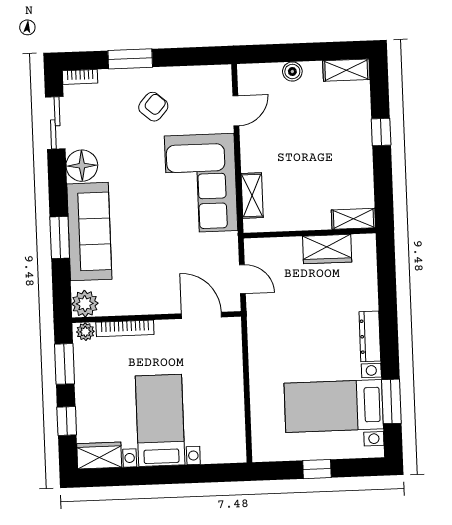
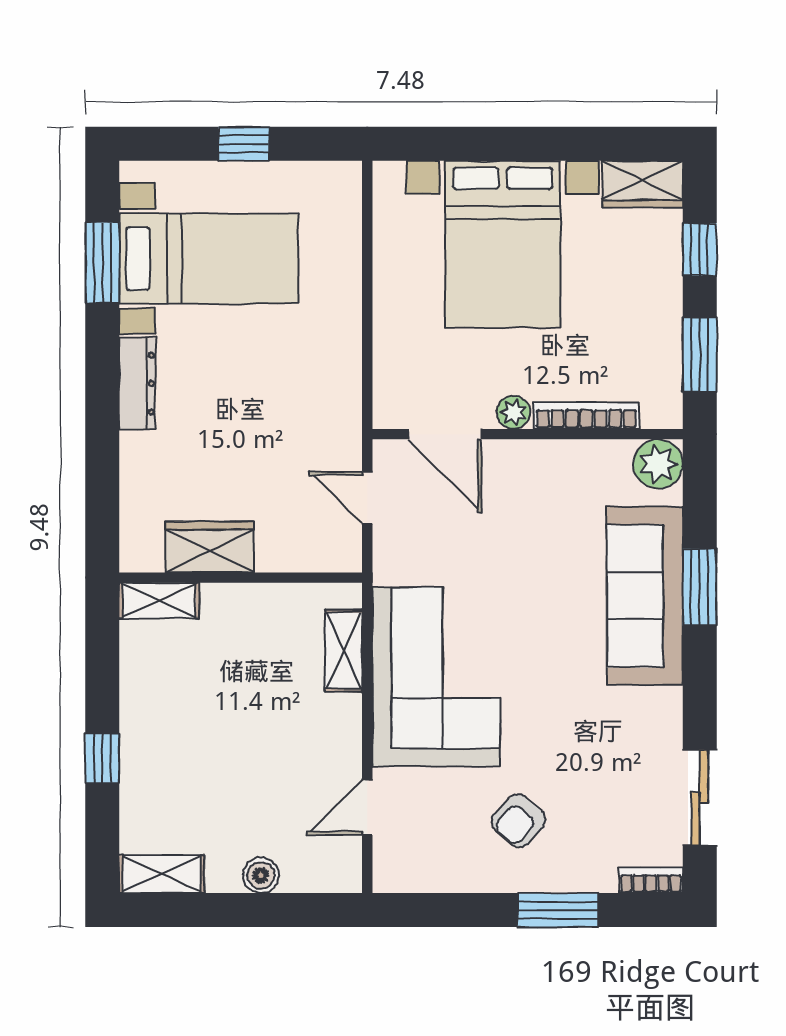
floor lamp: (82, 166) -> (654, 717), removed
plant: (85, 332) -> (514, 412), moved
bed with nightstands: (160, 420) -> (503, 244), width x1.36

